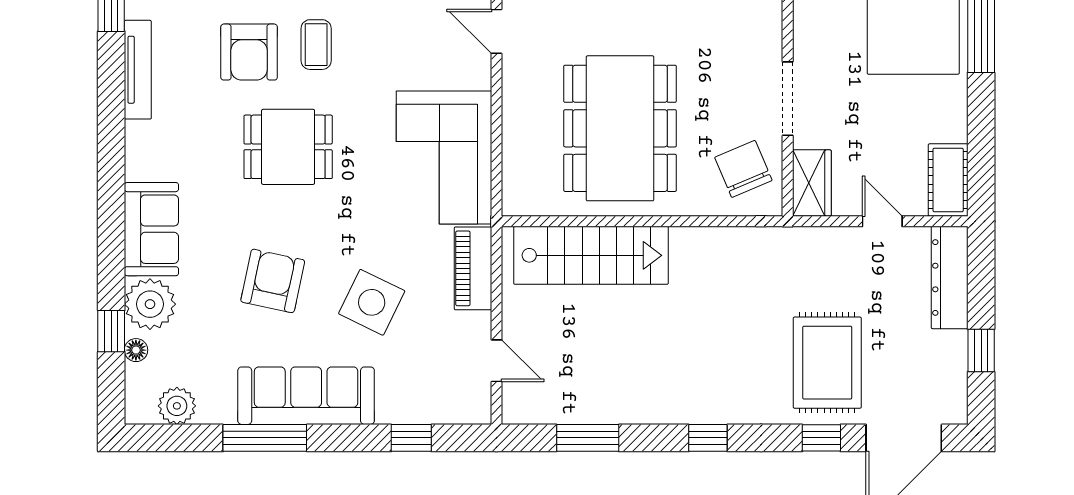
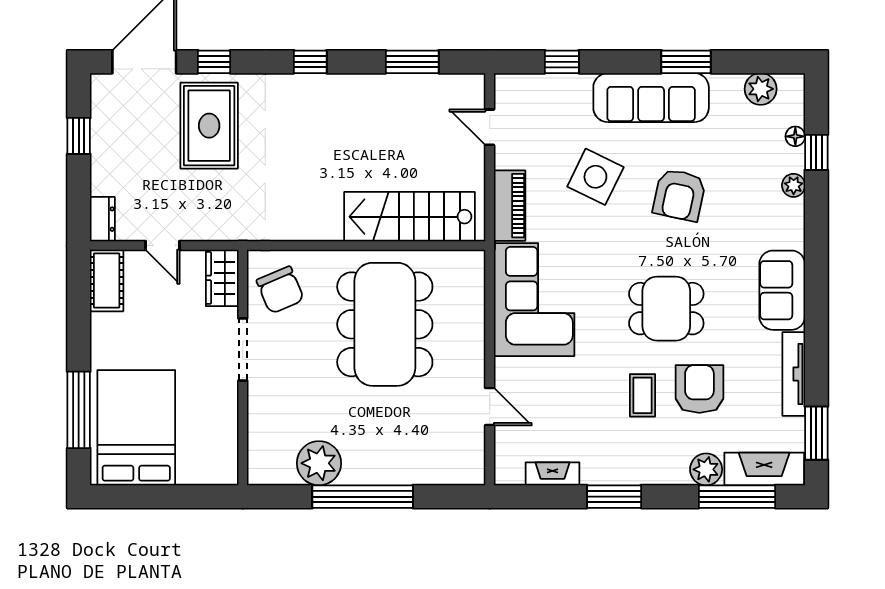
sofa: (151, 229) -> (782, 290), moved
dresser: (950, 278) -> (102, 219), width x0.51, depth x0.80
plant: (150, 304) -> (794, 185), width x0.53, depth x0.53
window: (265, 438) -> (686, 62), width x0.69

